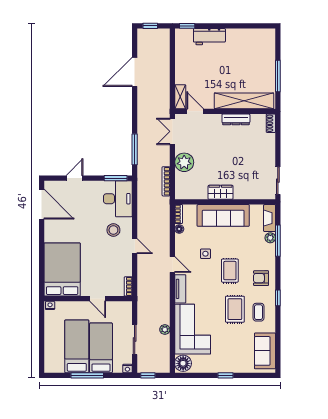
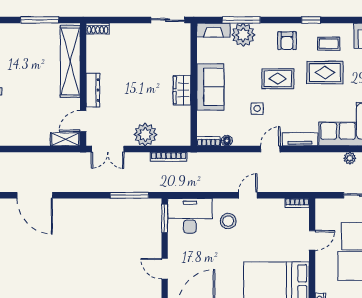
dresser: (236, 119) -> (93, 90), moved
sofa: (223, 215) -> (210, 87), width x0.73
plant: (270, 238) -> (243, 35), width x1.88, depth x1.88

